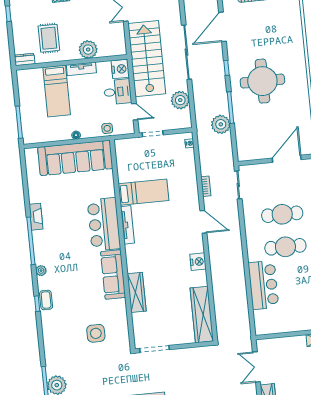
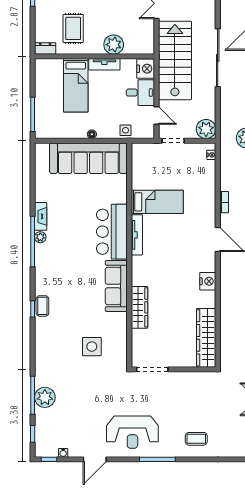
plant: (180, 100) -> (206, 129), moved
plant: (41, 271) -> (40, 237), moved

